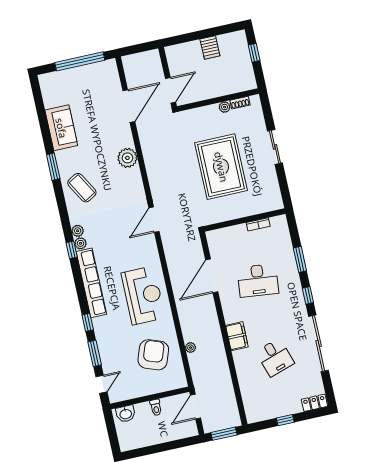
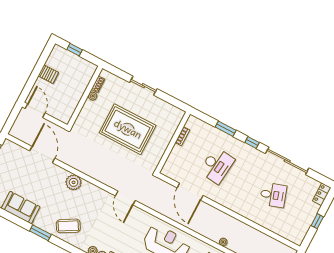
door: (171, 90) -> (35, 111), moved
filing cabinet: (237, 336) -> (240, 207), removed

